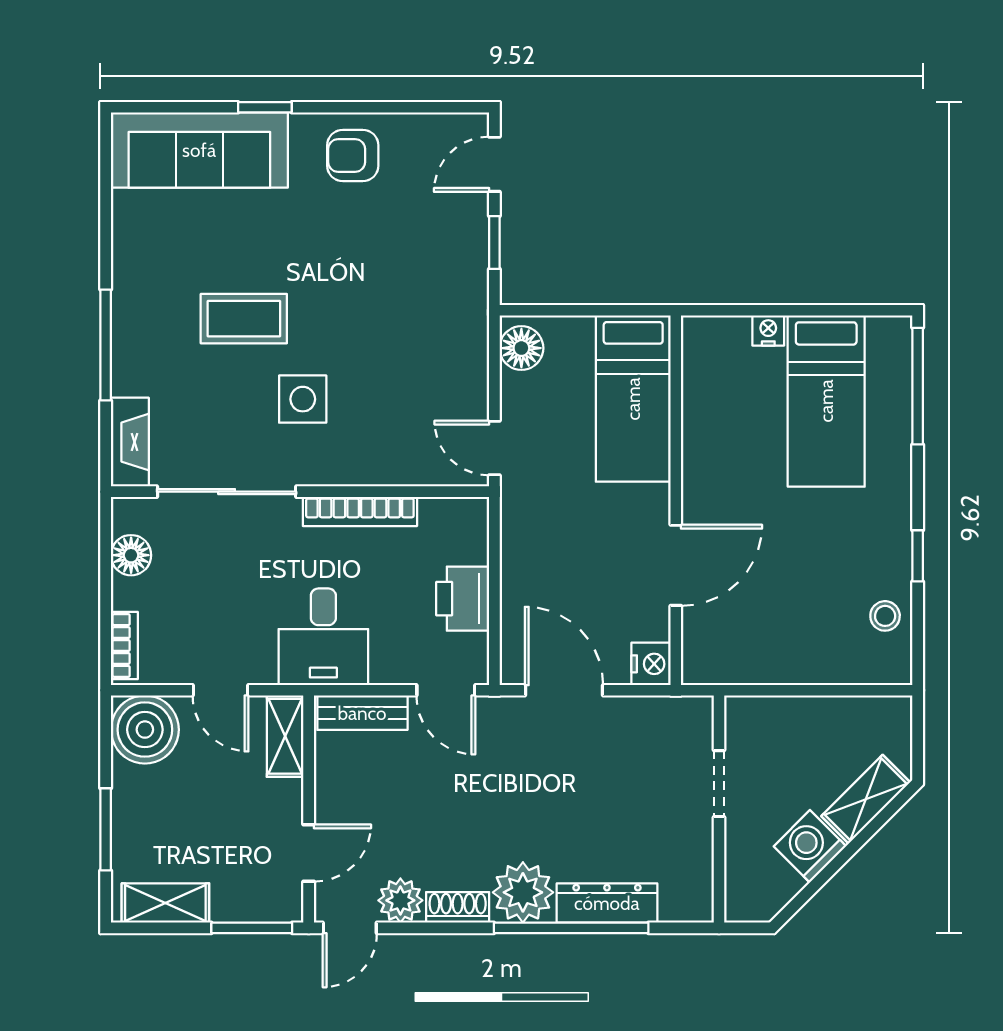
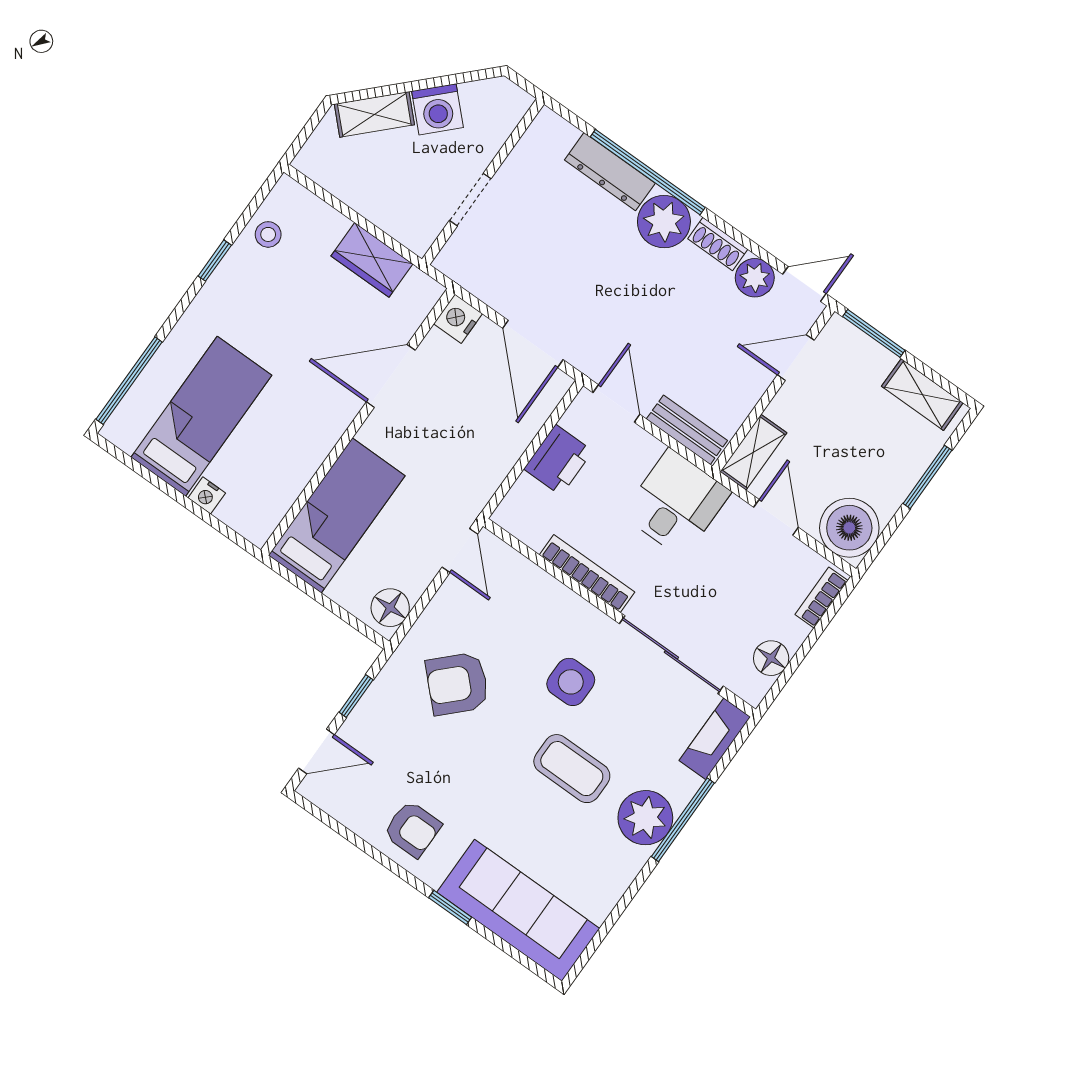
plant: (142, 322) -> (645, 818), added
armchair: (408, 322) -> (457, 684), added
wardrobe: (771, 661) -> (372, 260), added

